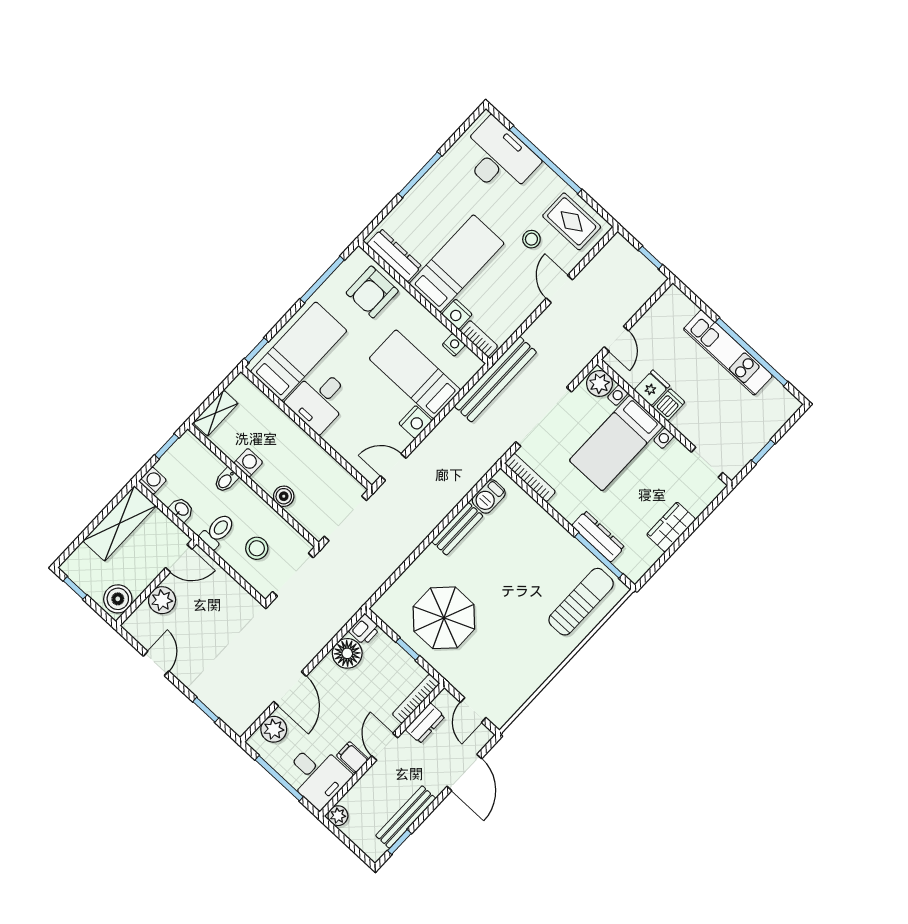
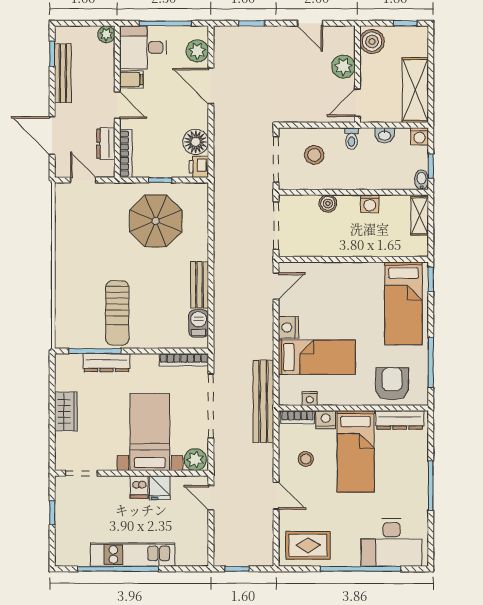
stool: (531, 239) -> (306, 459), moved
desk: (319, 400) -> (362, 285), removed
bidet: (226, 480) -> (421, 180), moved
toilet: (217, 531) -> (352, 138), width x0.73, depth x0.72
sun lounger: (581, 602) -> (117, 313), moved

